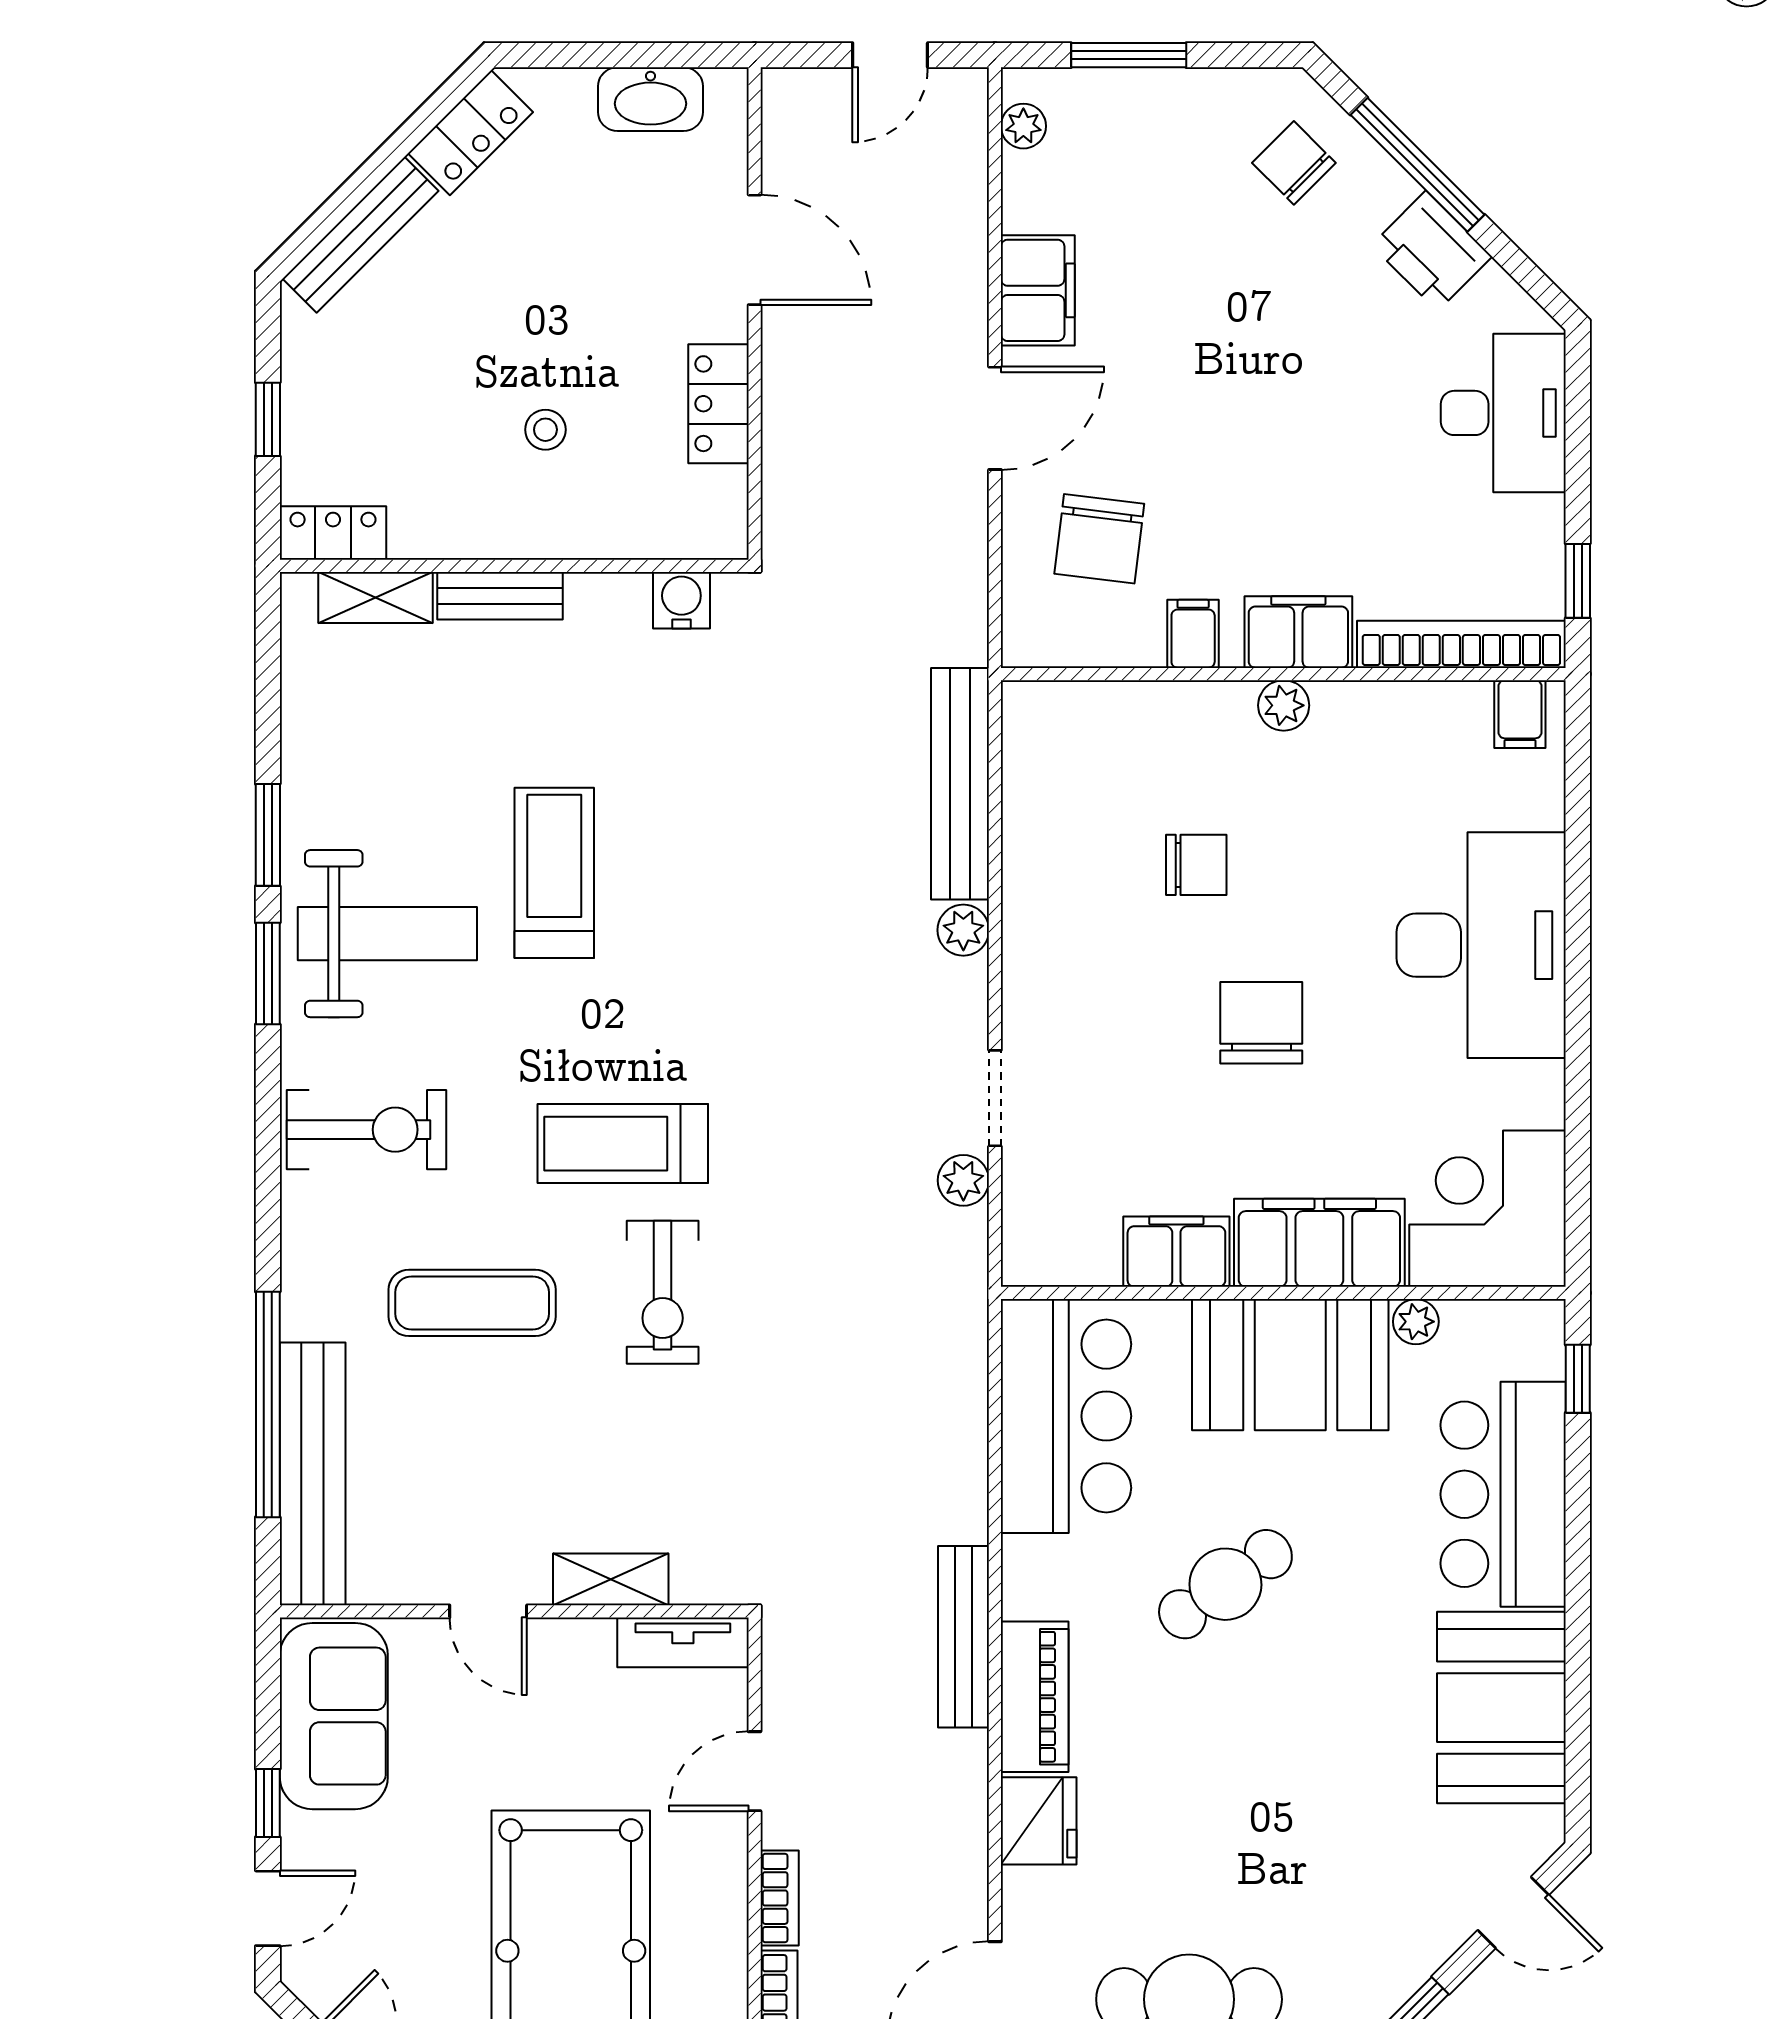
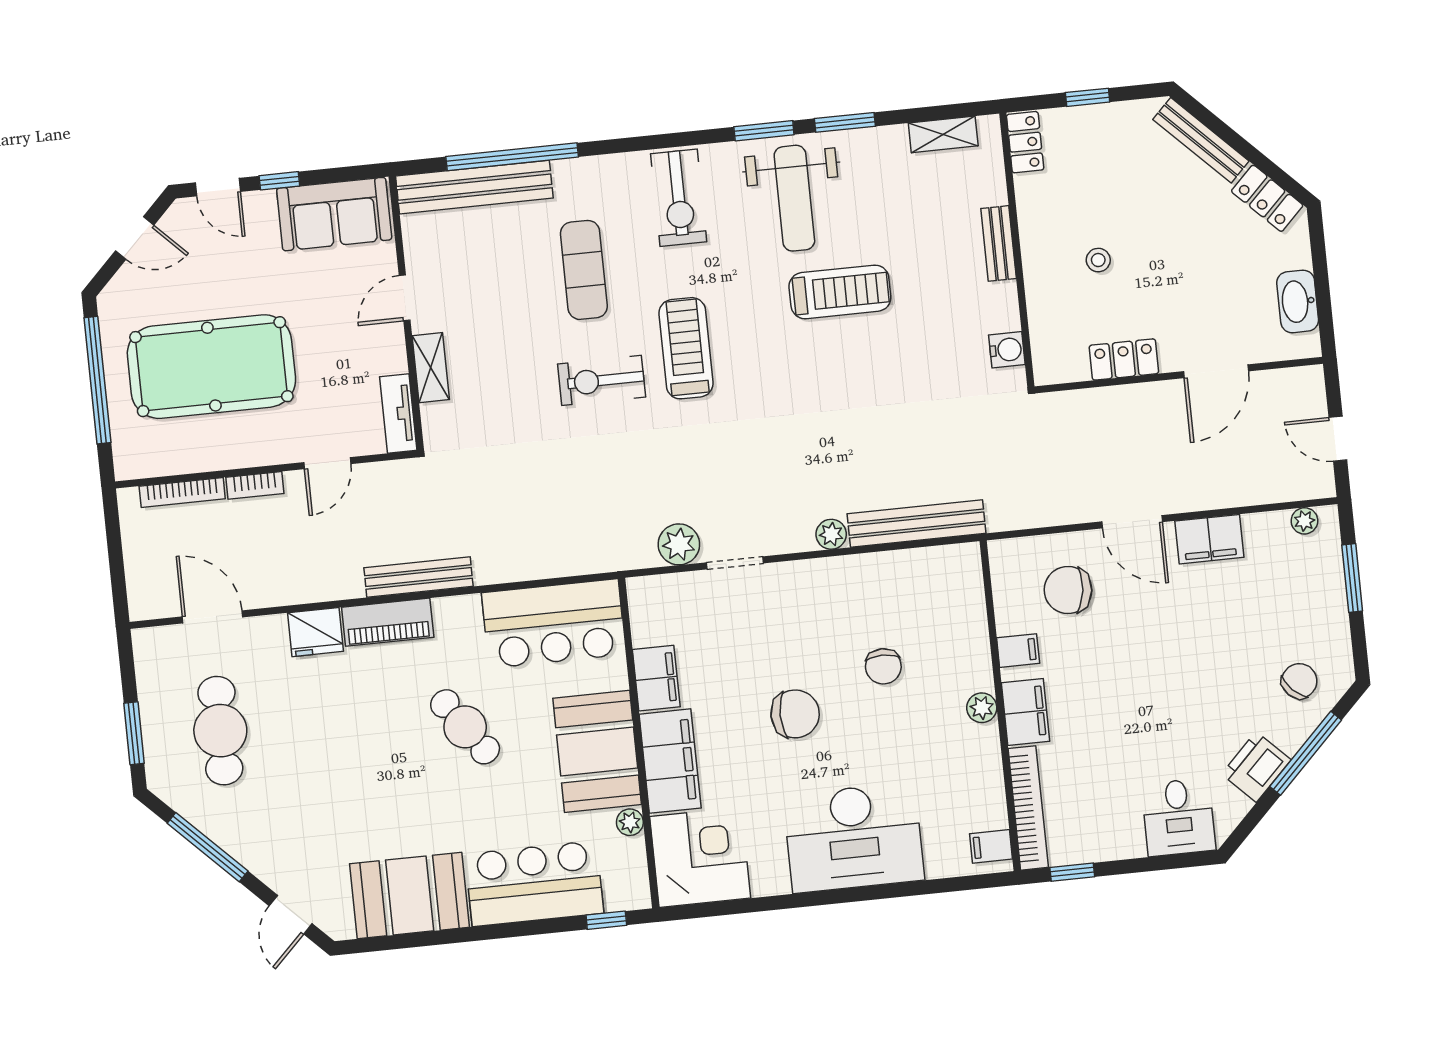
desk: (1503, 413) -> (1178, 817), width x0.73
shelving: (375, 598) -> (943, 134), moved, turned 90
plant: (963, 1180) -> (679, 544), width x1.38, depth x1.38
door: (755, 1771) -> (327, 463), swing flipped

